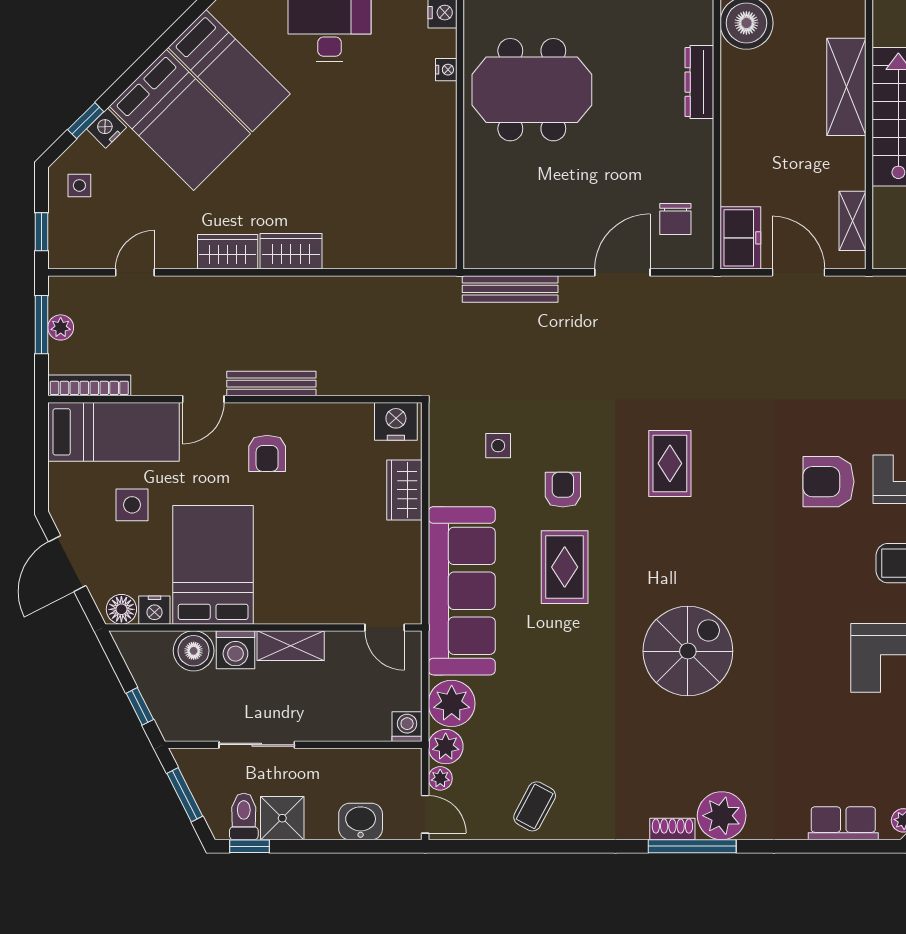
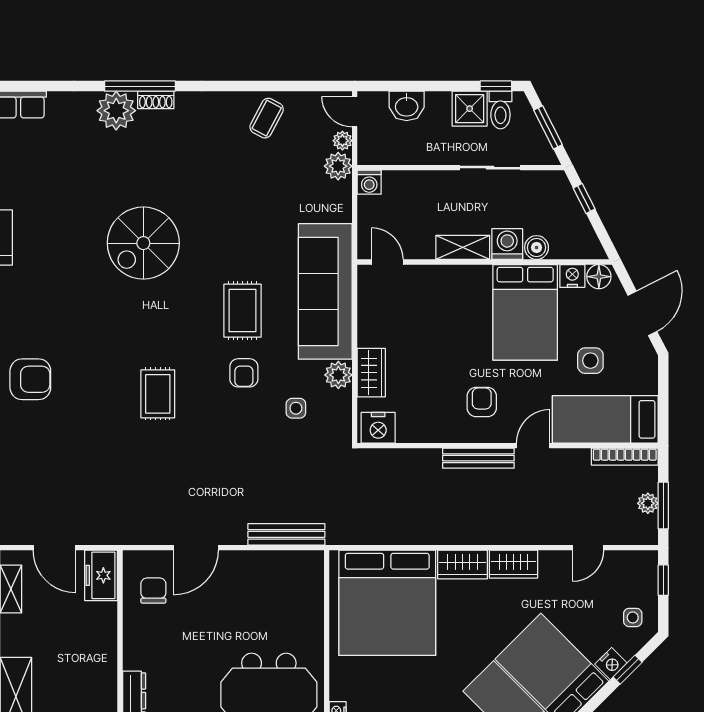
bed: (385, 204) -> (387, 603), added
boiler: (194, 651) -> (537, 248), width x0.73, depth x0.73
plant: (452, 703) -> (338, 375), moved, width x0.73, depth x0.73

